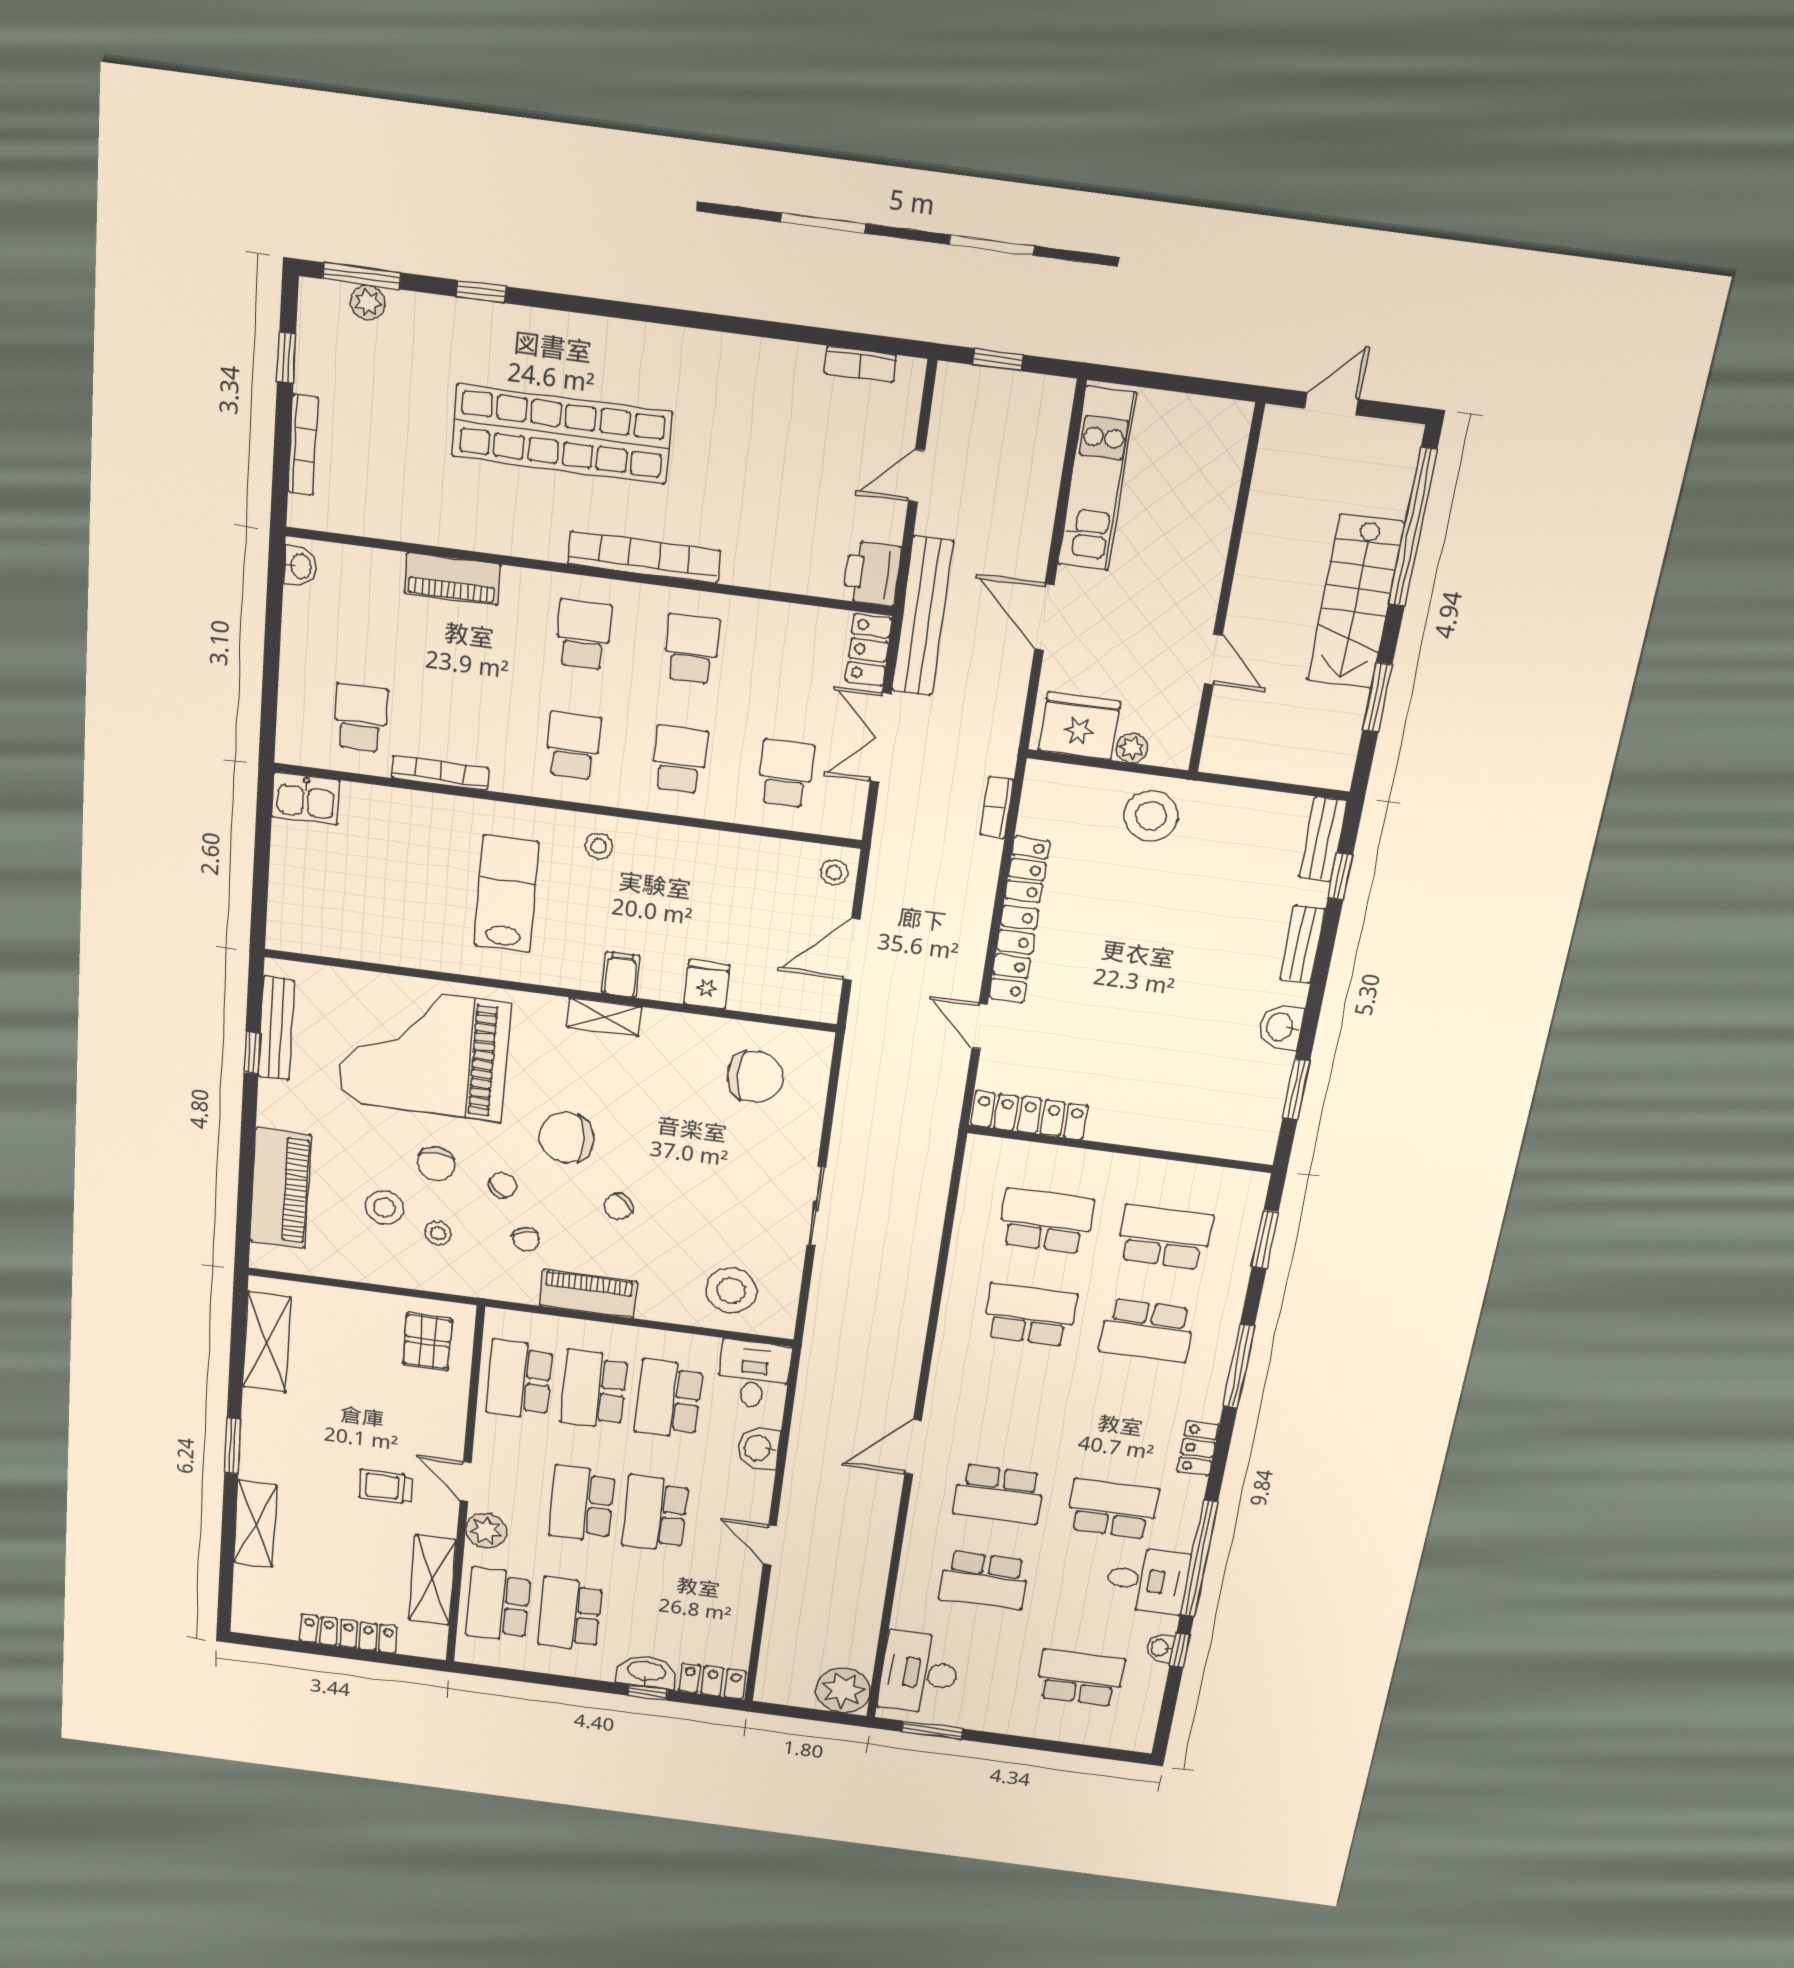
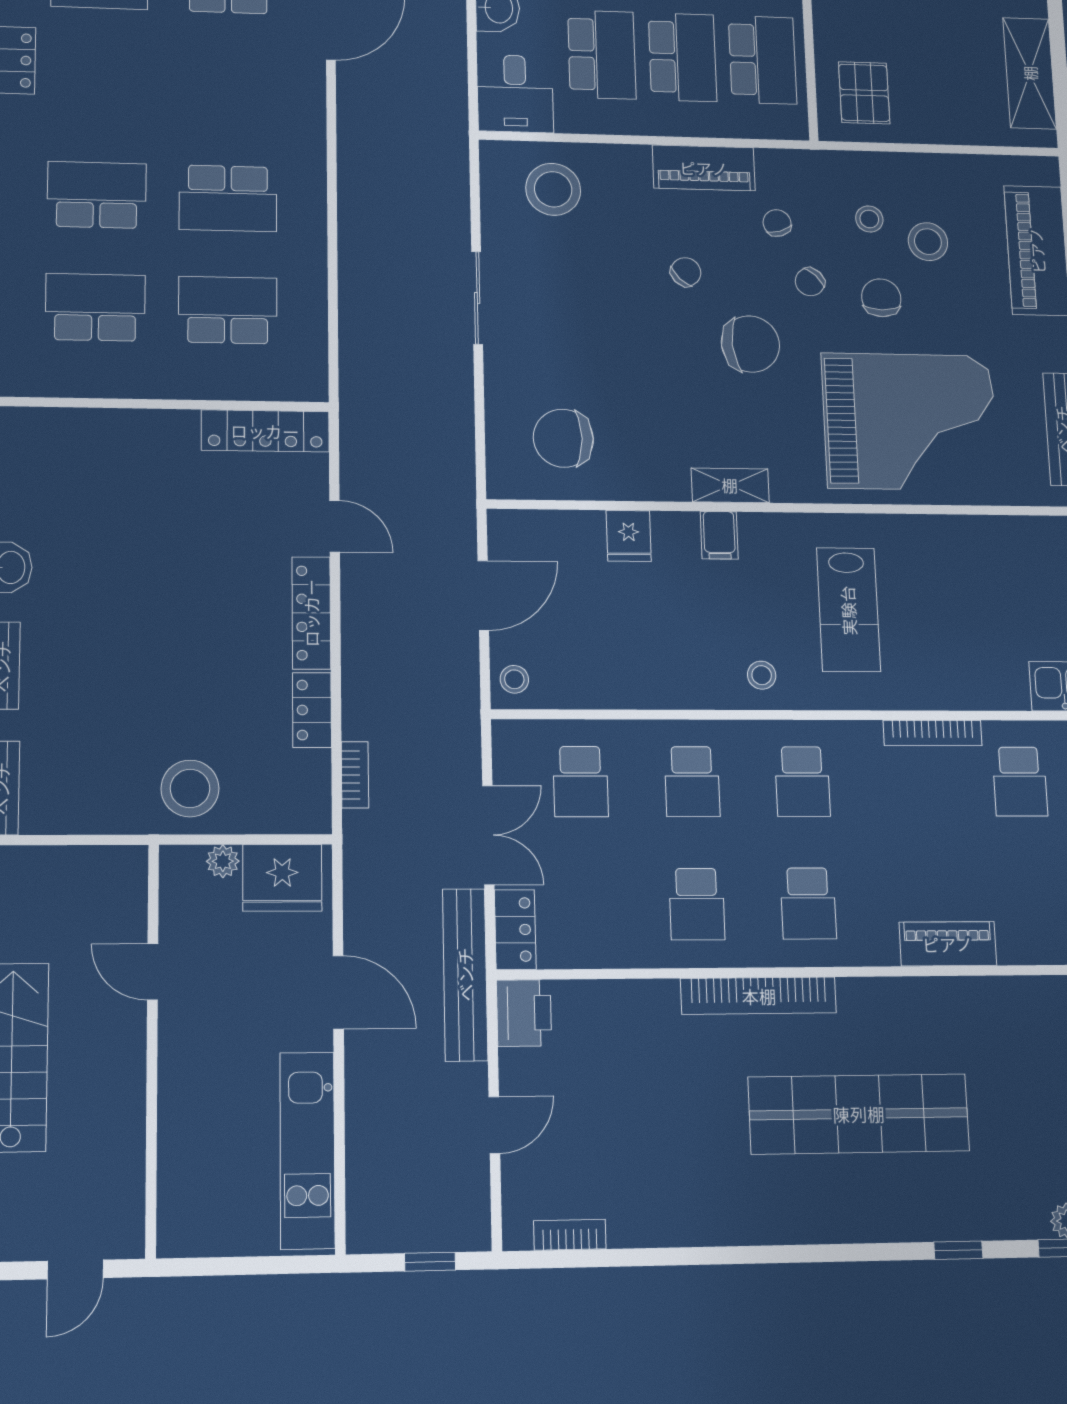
school desk: (1046, 1221) -> (228, 310), turned 180
school desk: (1165, 1237) -> (95, 307), turned 180

